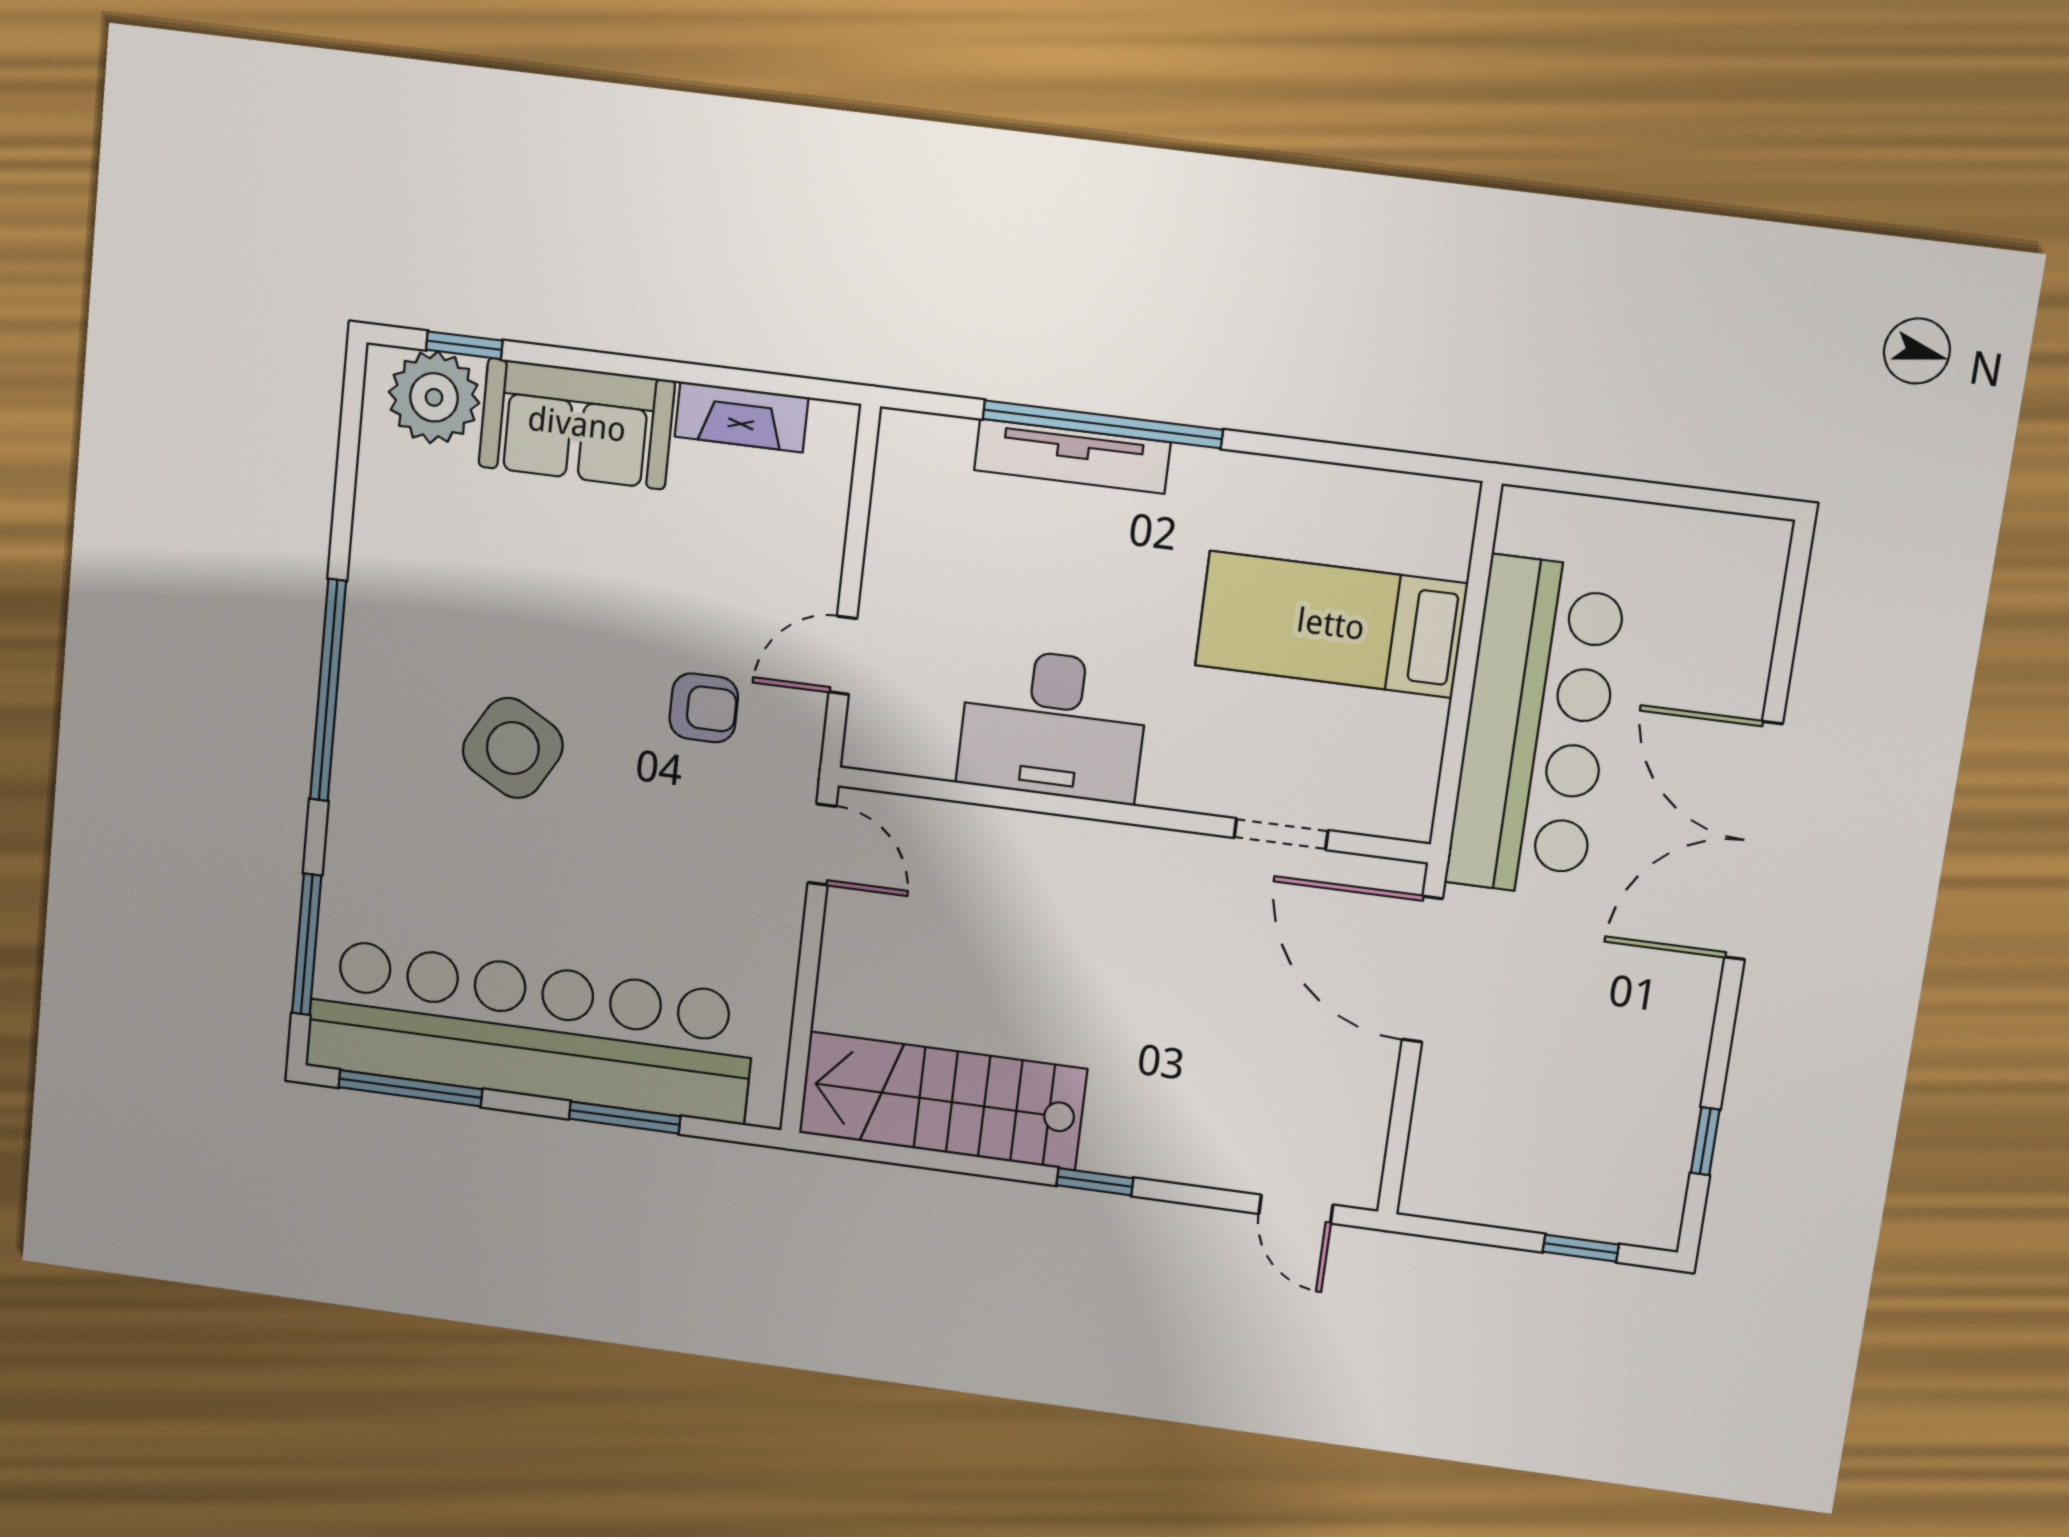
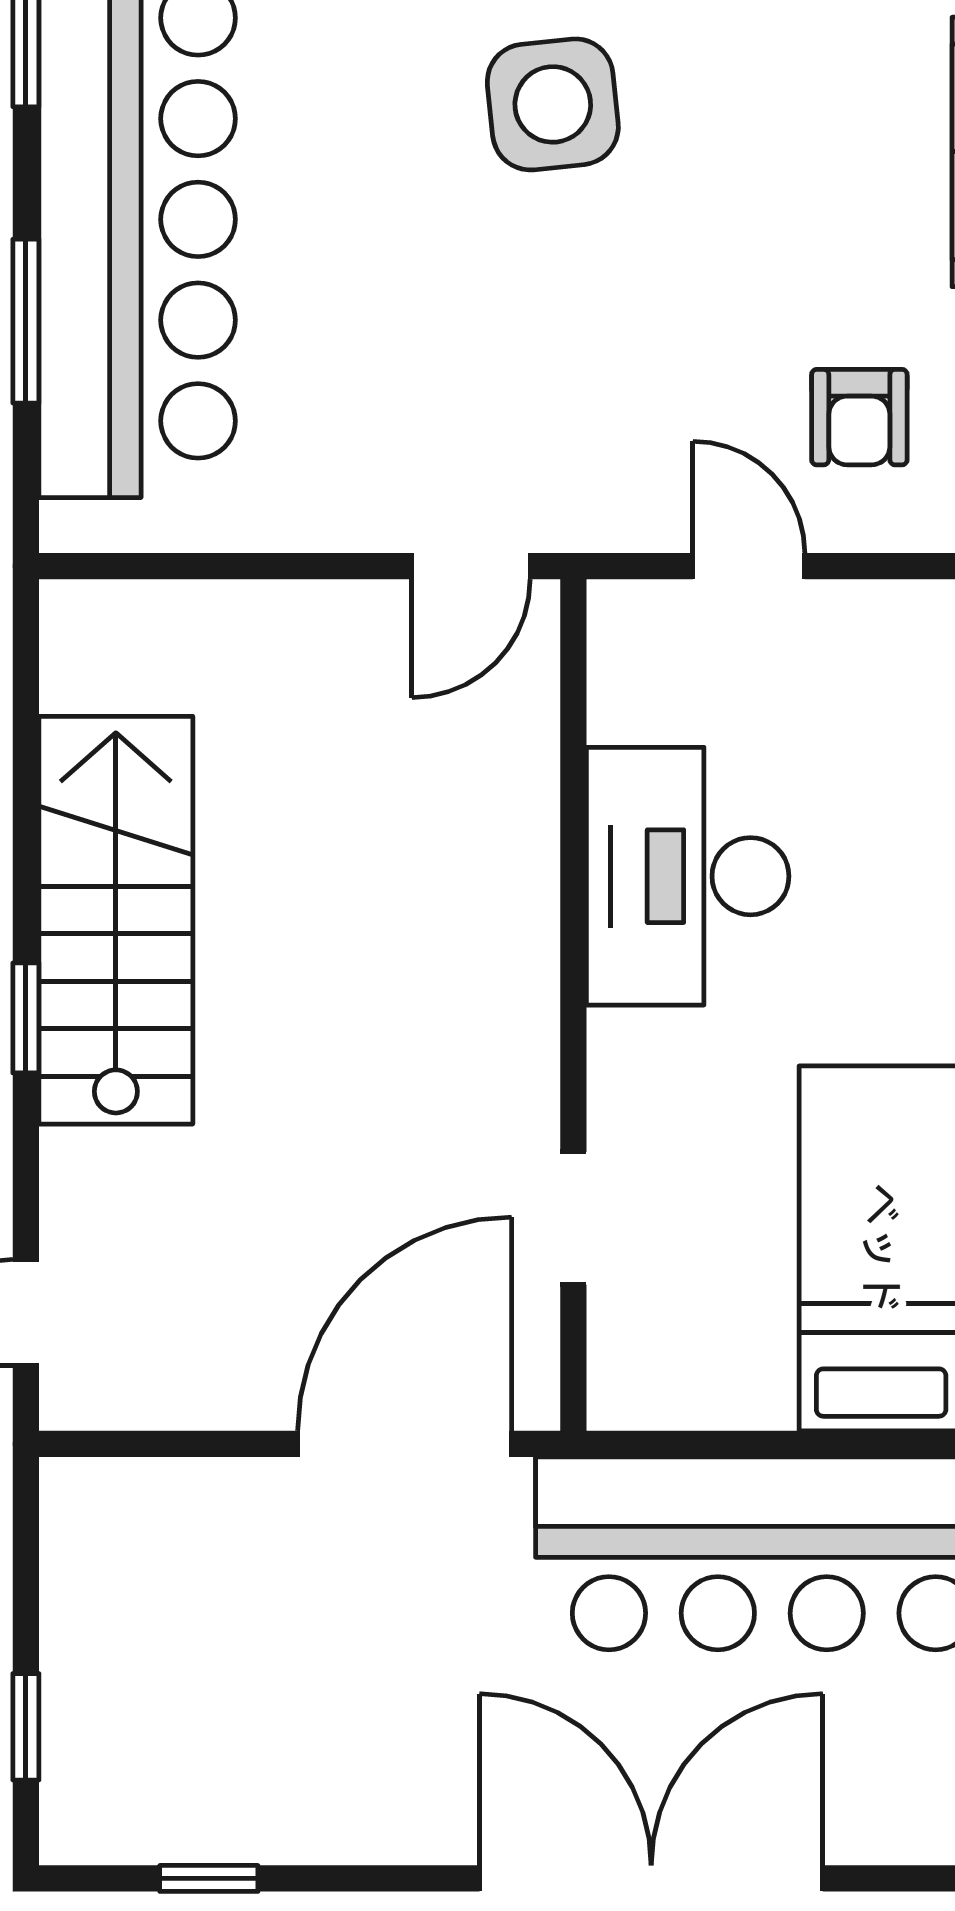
armchair: (704, 708) -> (859, 417), moved
side table: (513, 748) -> (553, 104), turned -36
stairs: (943, 1101) -> (116, 920), moved

